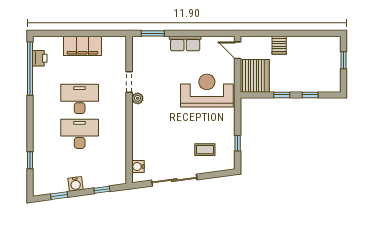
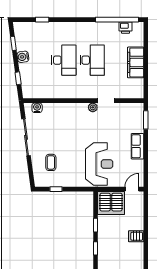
server rack: (279, 45) -> (136, 236), moved

